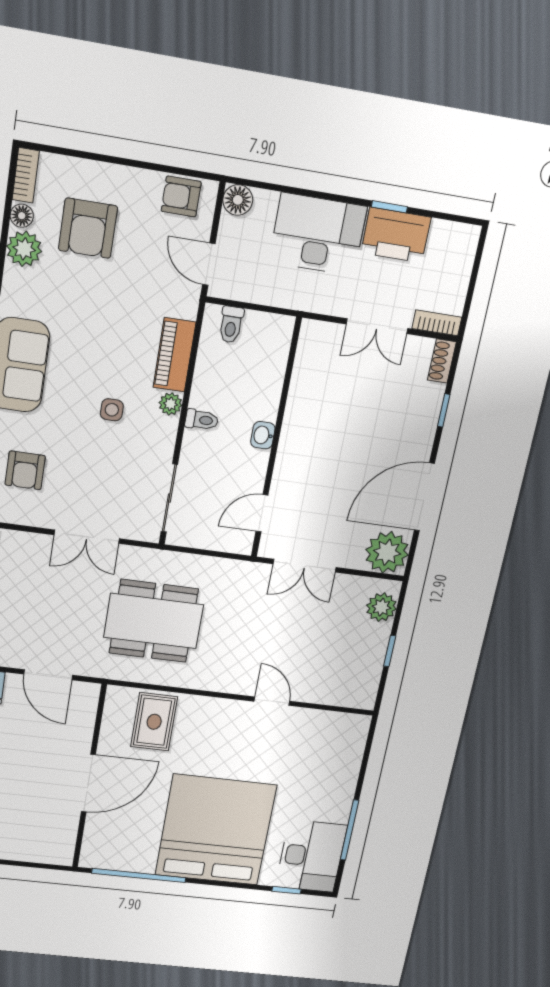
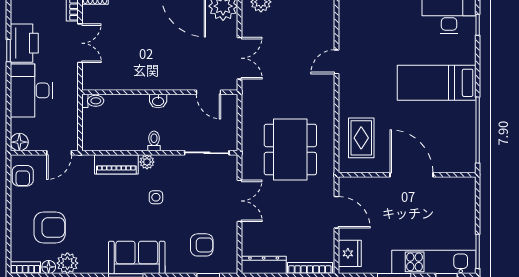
toilet: (231, 324) -> (93, 101), moved
door: (48, 675) -> (337, 212), hinge flipped
rug: (154, 722) -> (361, 138), turned 90
bed: (216, 830) -> (437, 83), width x0.49

